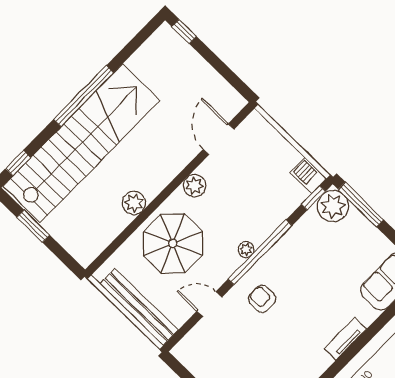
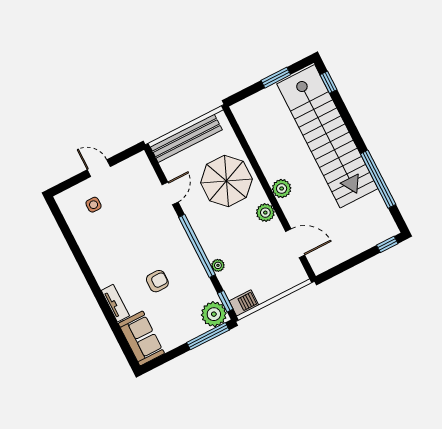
window: (84, 96) -> (378, 179), moved
plant: (134, 203) -> (282, 189), moved
plant: (246, 250) -> (218, 265), moved
armchair: (262, 299) -> (157, 281), moved
tv unit: (345, 339) -> (115, 303), moved

